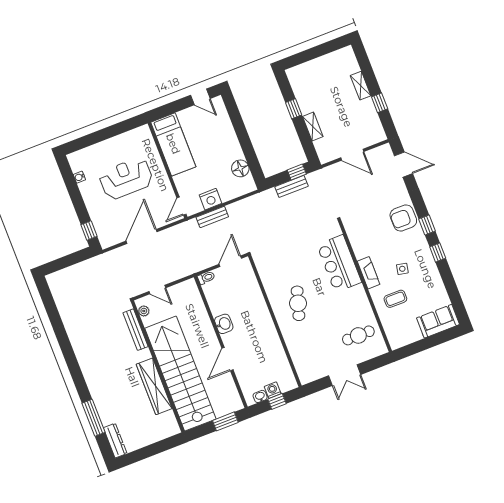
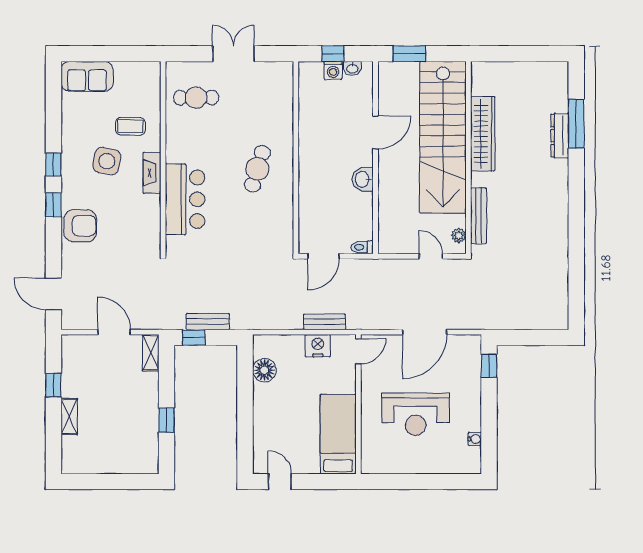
shelving: (313, 126) -> (151, 353), moved
side table: (402, 269) -> (107, 161), width x1.87, depth x1.87
dresser: (115, 441) -> (560, 136), moved

